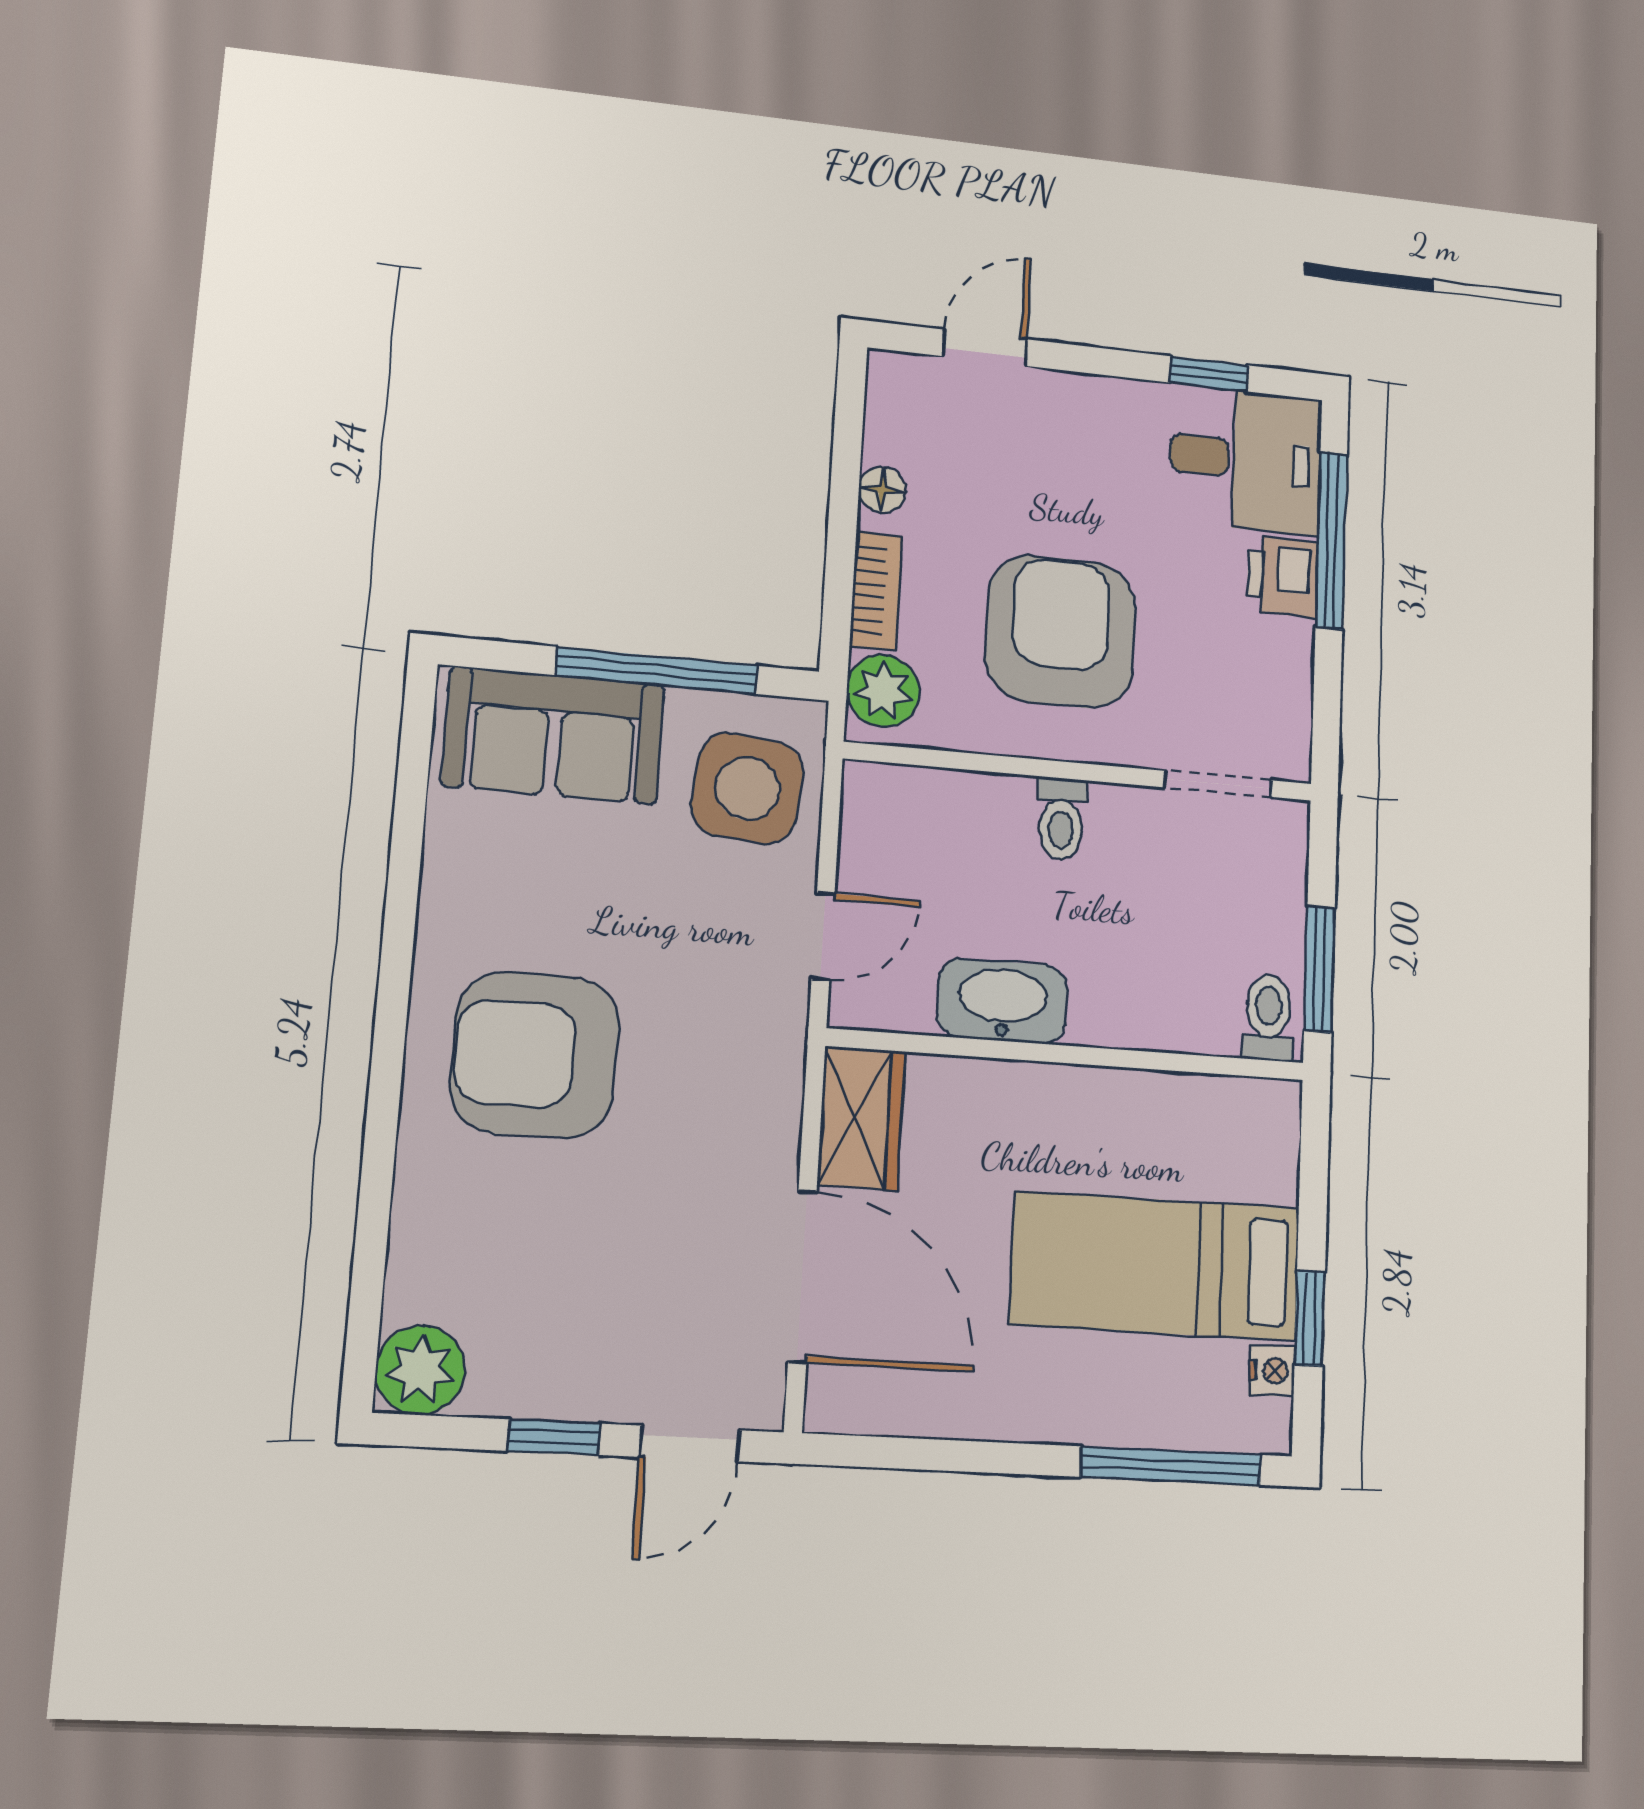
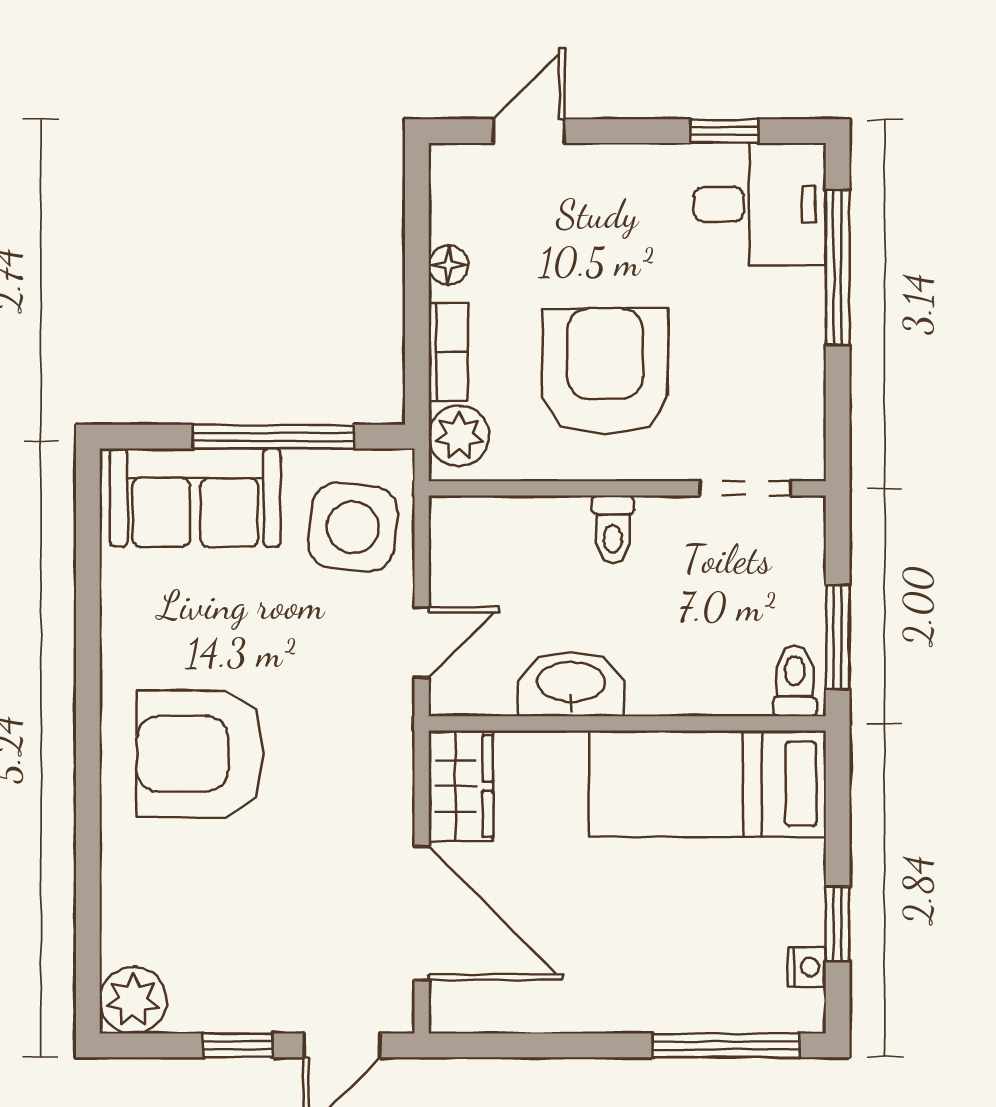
printer: (1283, 576) -> (795, 304), removed
bed: (1156, 1266) -> (707, 784), moved

